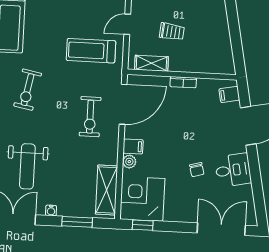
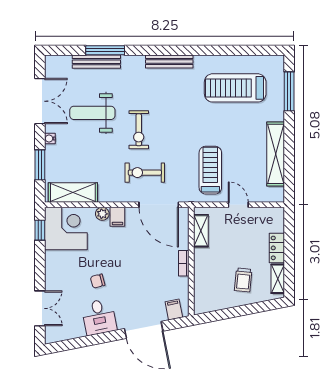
trolley: (172, 32) -> (243, 280), moved
exercise bike: (28, 90) -> (139, 130), moved, turned -101
double door: (221, 229) -> (40, 308), width x0.73

